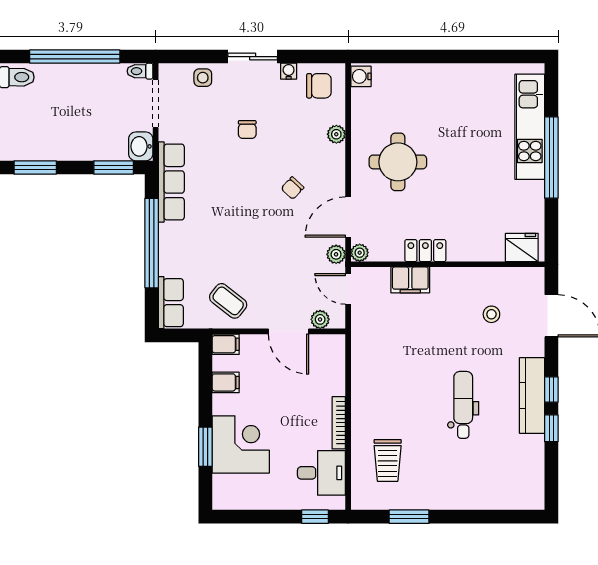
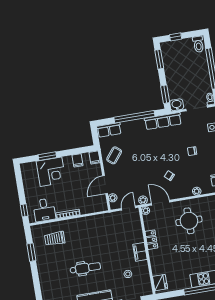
filing cabinet: (410, 280) -> (140, 252), moved

